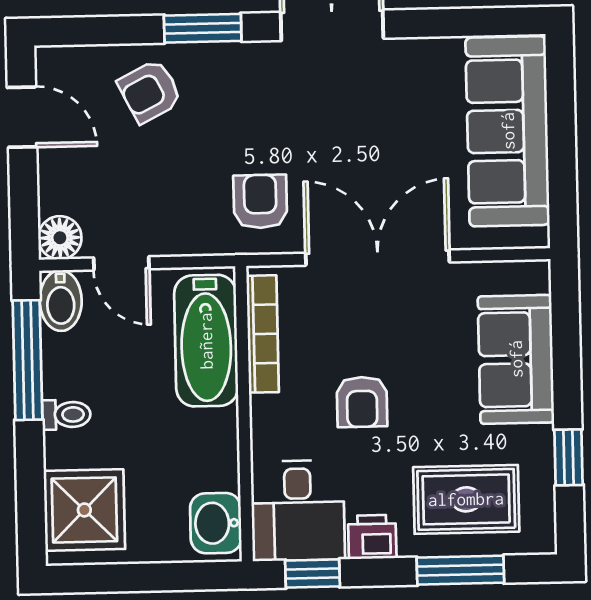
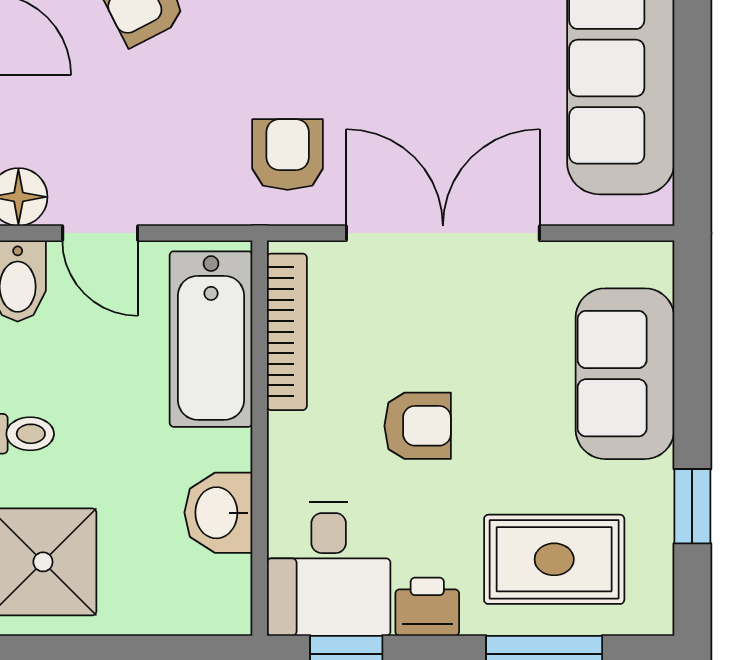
armchair: (362, 402) -> (418, 426), turned -90
washbasin: (216, 523) -> (218, 513), moved

